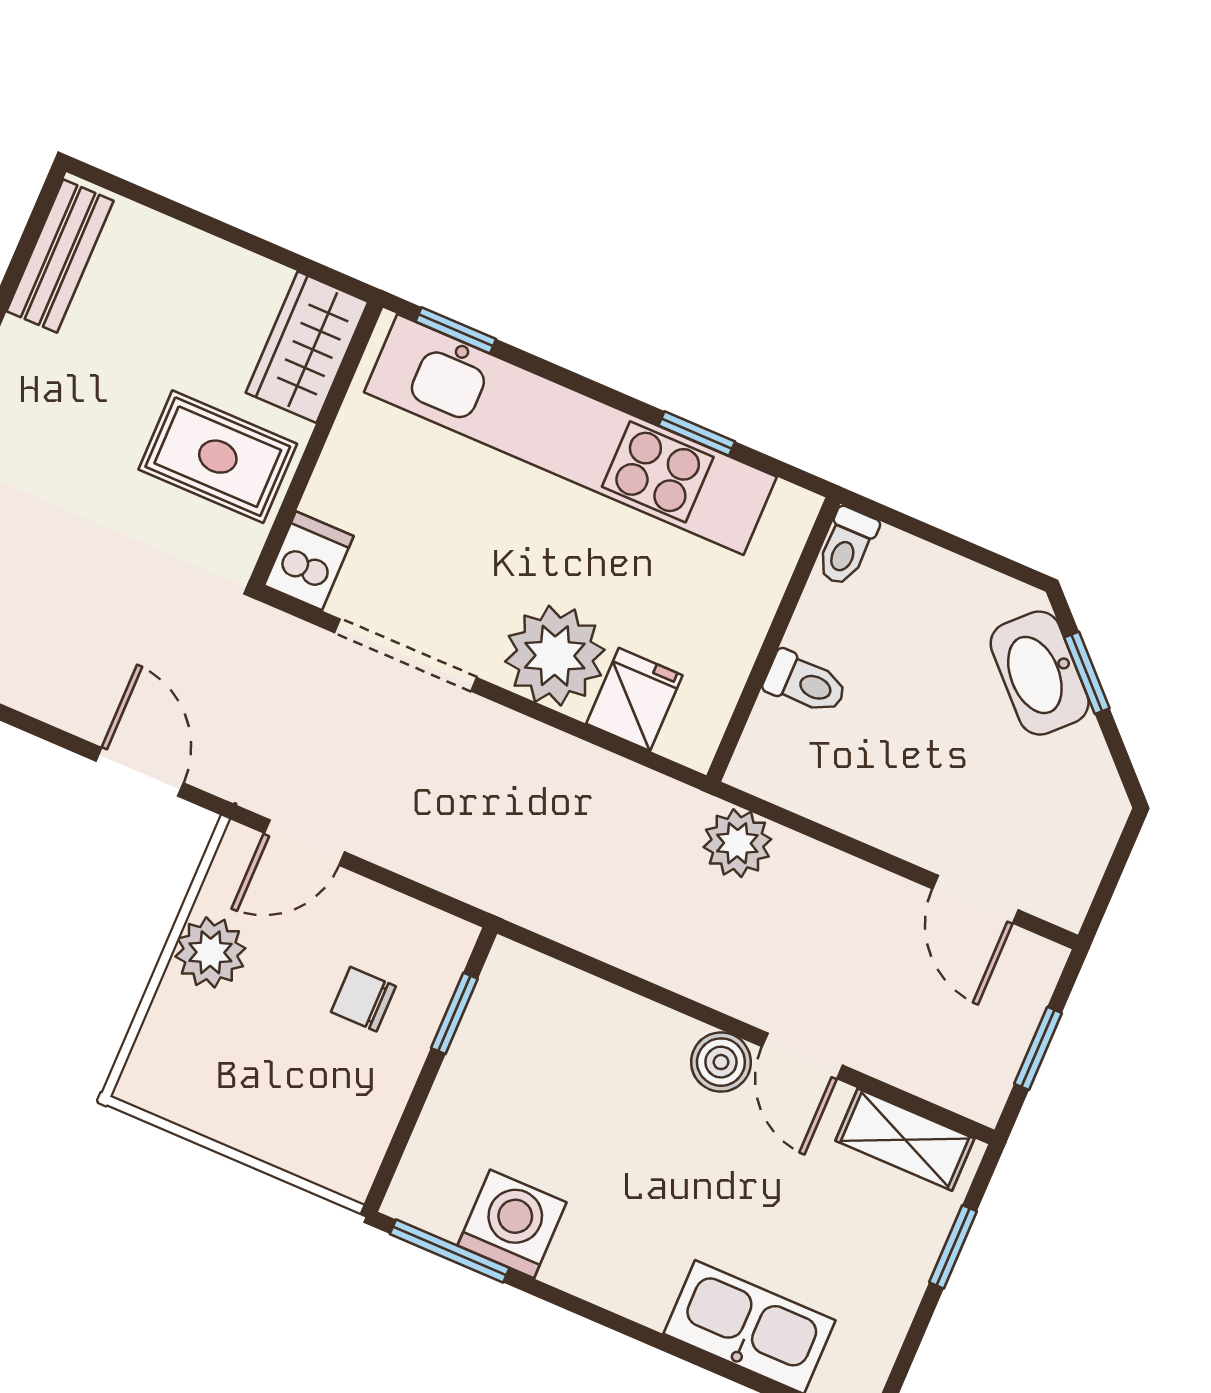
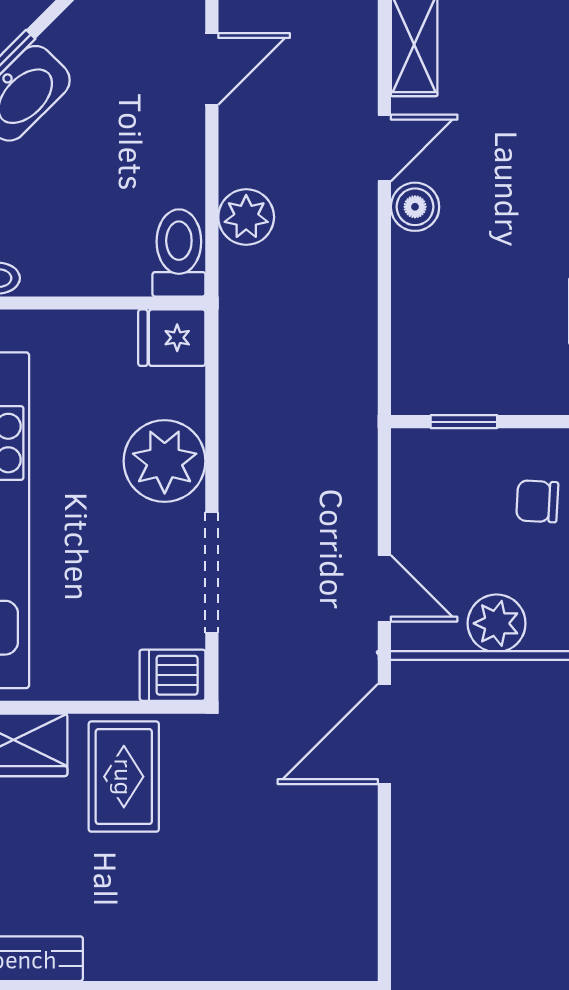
toilet: (805, 683) -> (179, 253), moved, width x1.37, depth x1.39
fridge: (634, 699) -> (172, 338), moved
door: (140, 772) -> (384, 734), width x1.38
plant: (737, 843) -> (246, 217), moved
chair: (363, 999) -> (537, 501), moved, turned 93

